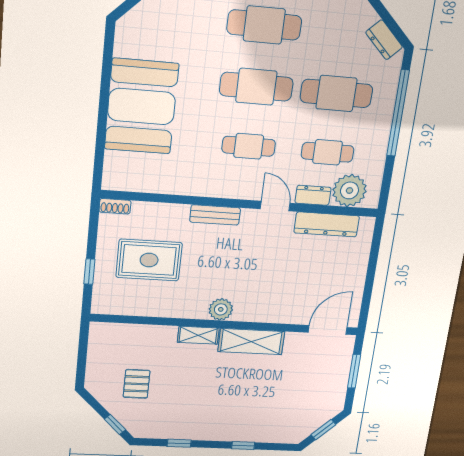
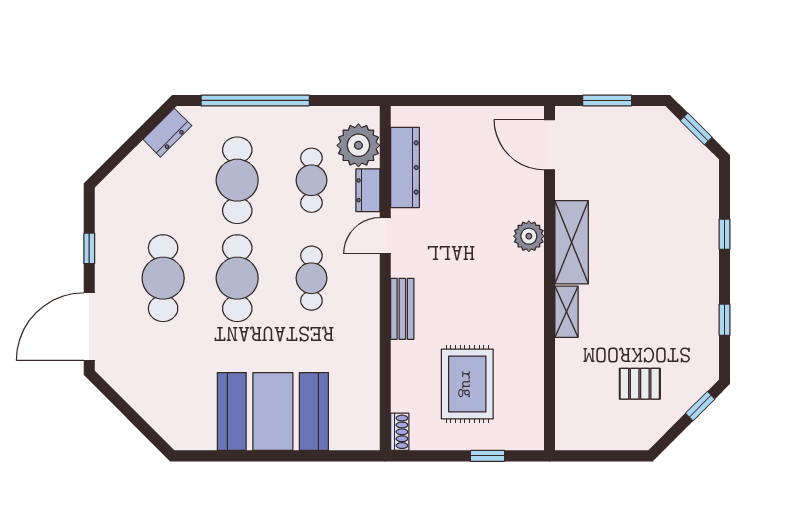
plant: (221, 309) -> (529, 236), moved

